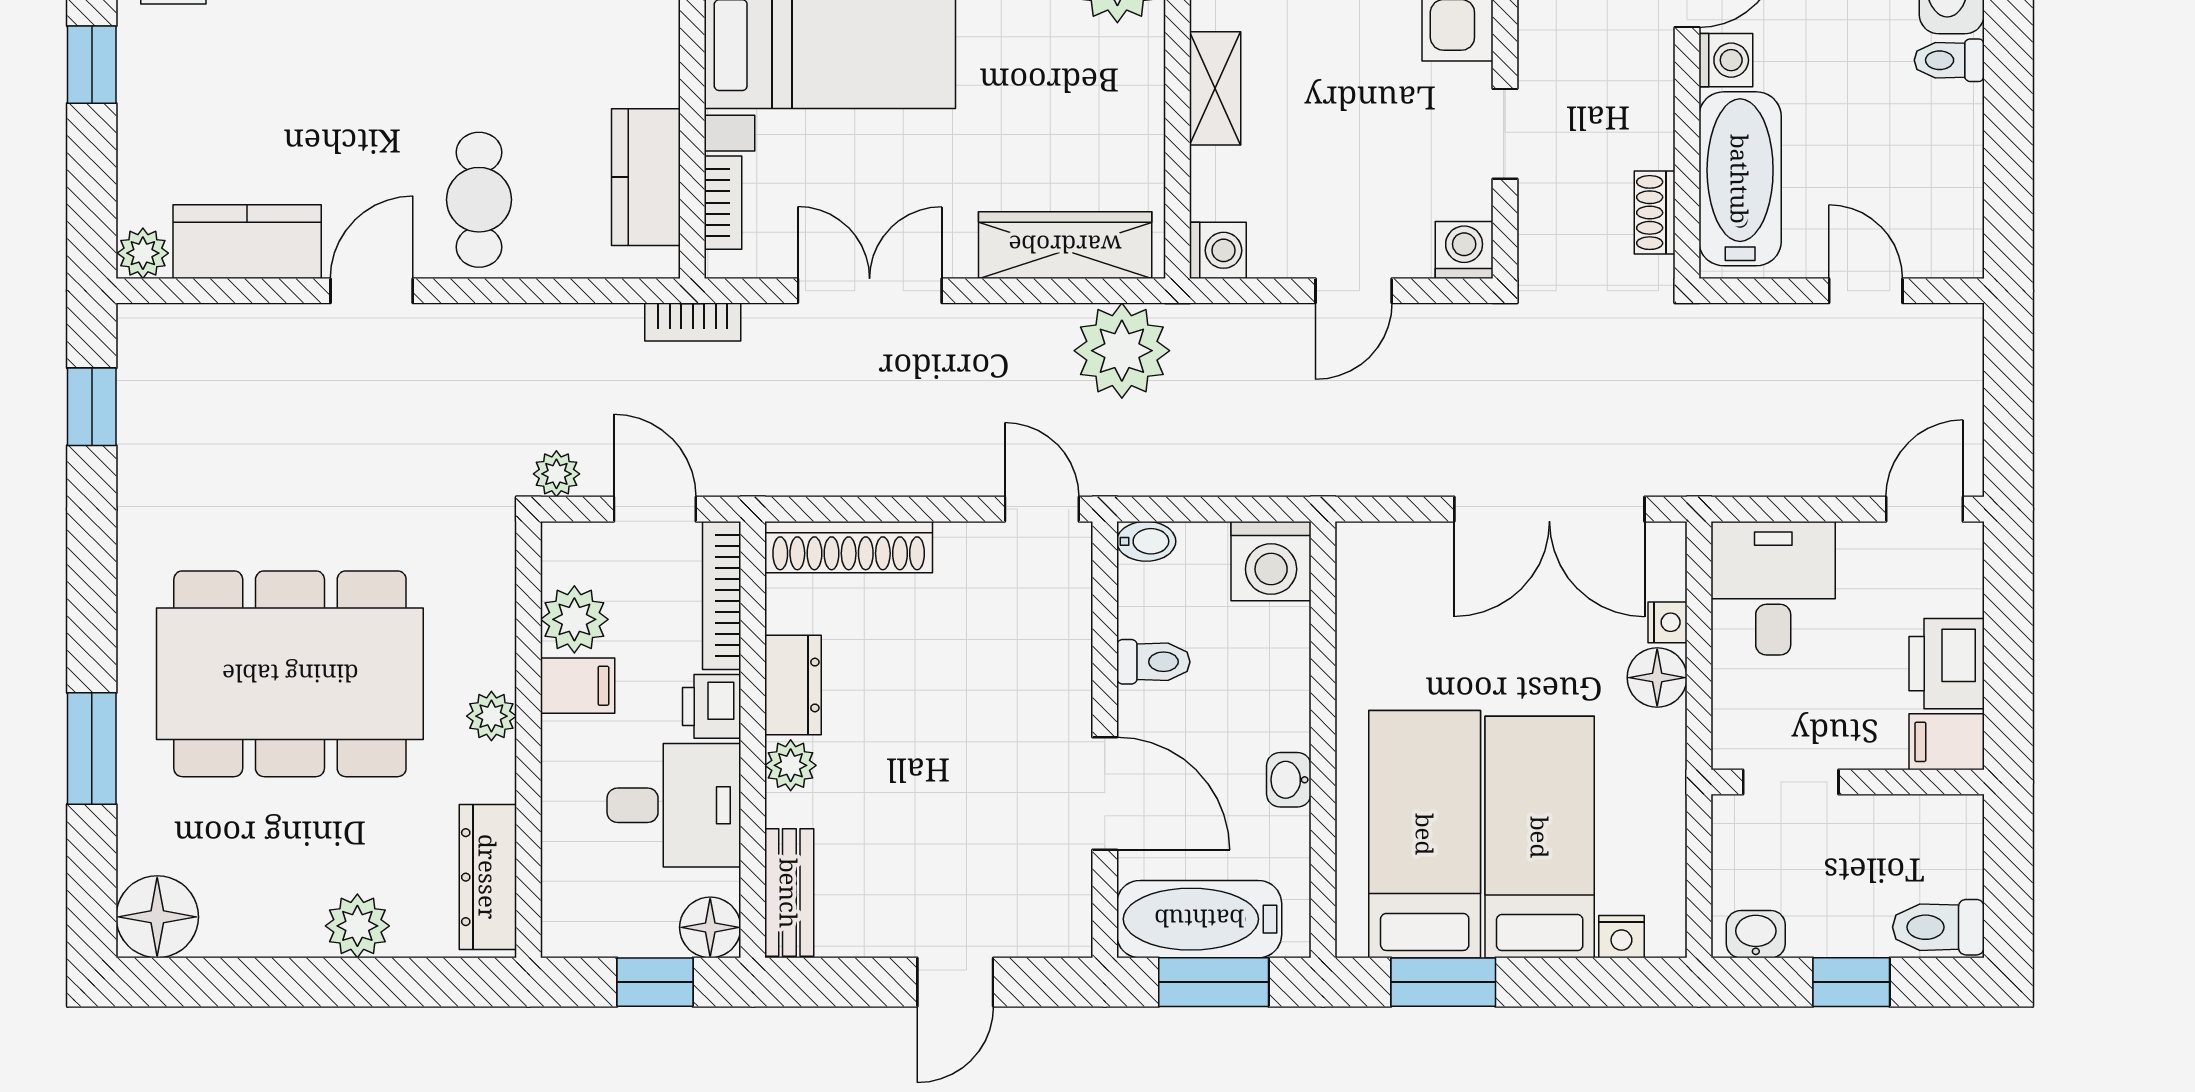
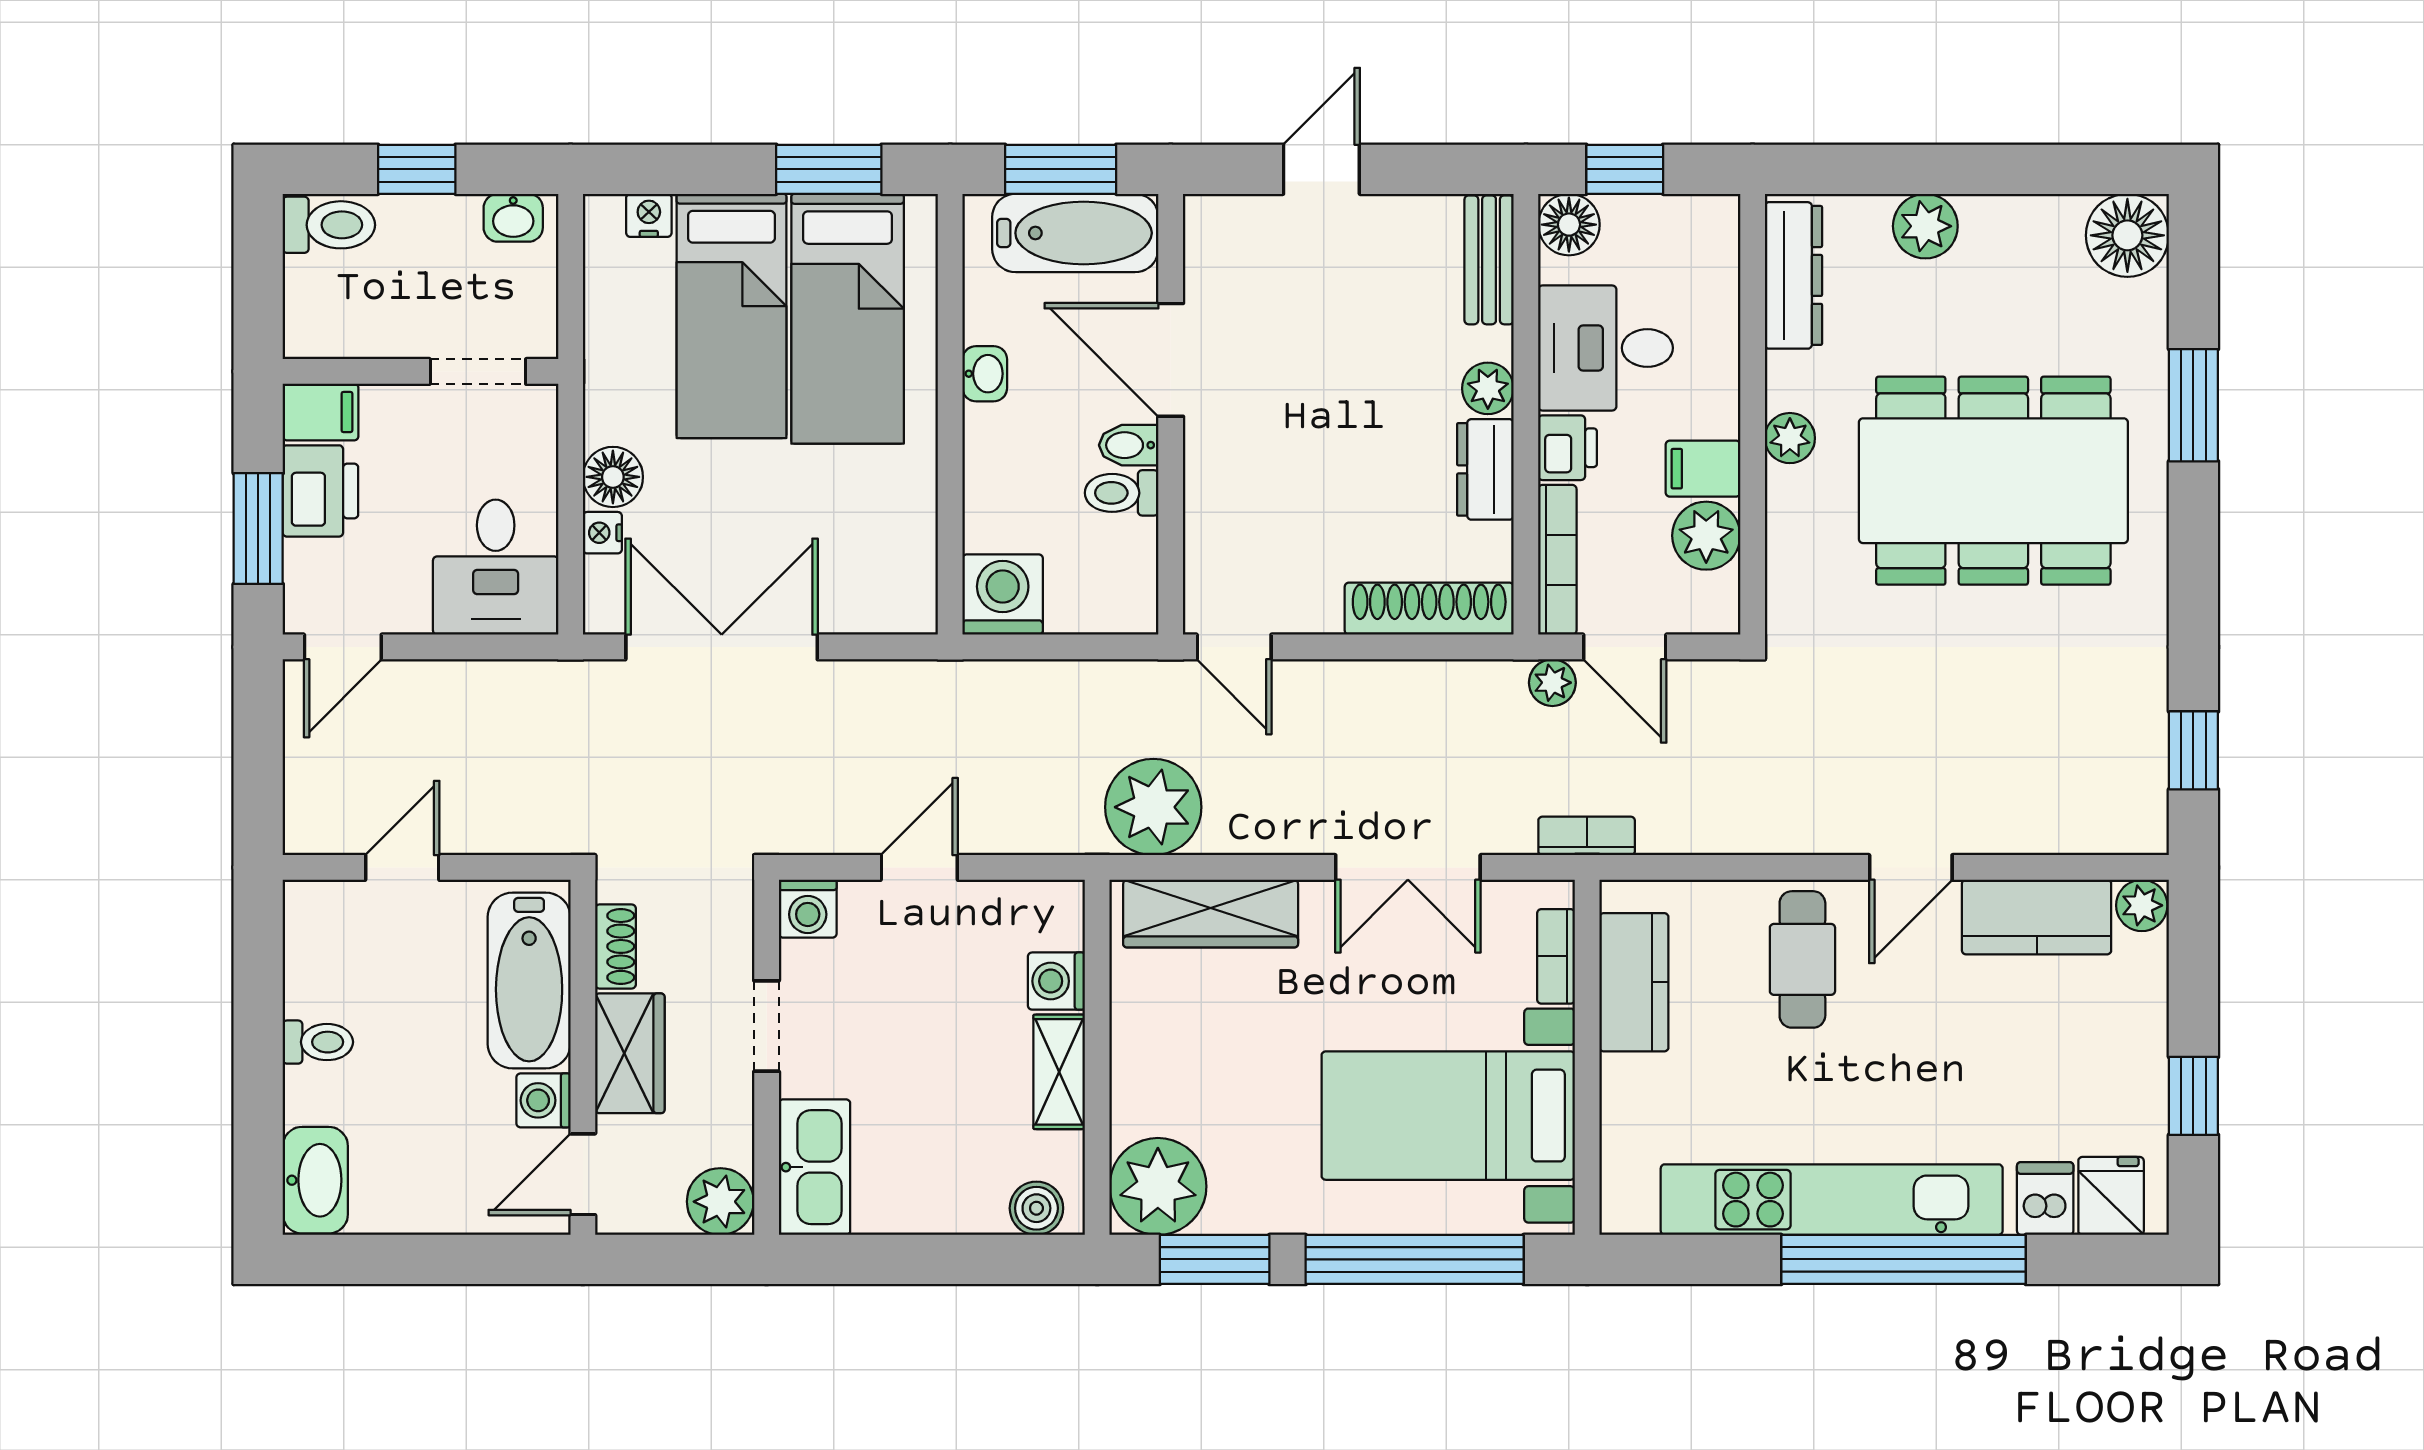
toilet: (1949, 60) -> (318, 1042), moved
wardrobe: (1640, 107) -> (630, 1053), added
washing machine: (1218, 250) -> (1056, 981), moved
door: (1866, 291) -> (402, 867), swing flipped
plant: (556, 474) -> (1552, 683), moved
bidet: (1146, 541) -> (1129, 445), moved
window: (2008, 626) -> (258, 529), added

